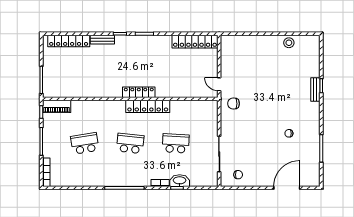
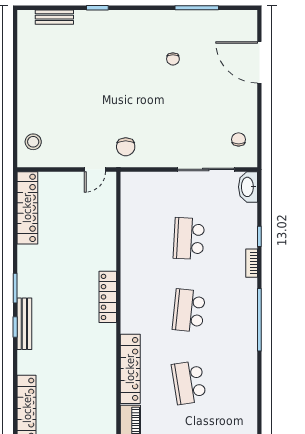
bench: (102, 40) -> (24, 324), moved, width x1.36
stool: (289, 43) -> (33, 142), moved
bench: (315, 89) -> (54, 17), moved
locker: (148, 106) -> (130, 369), moved
washbasin: (180, 181) -> (248, 187), moved

